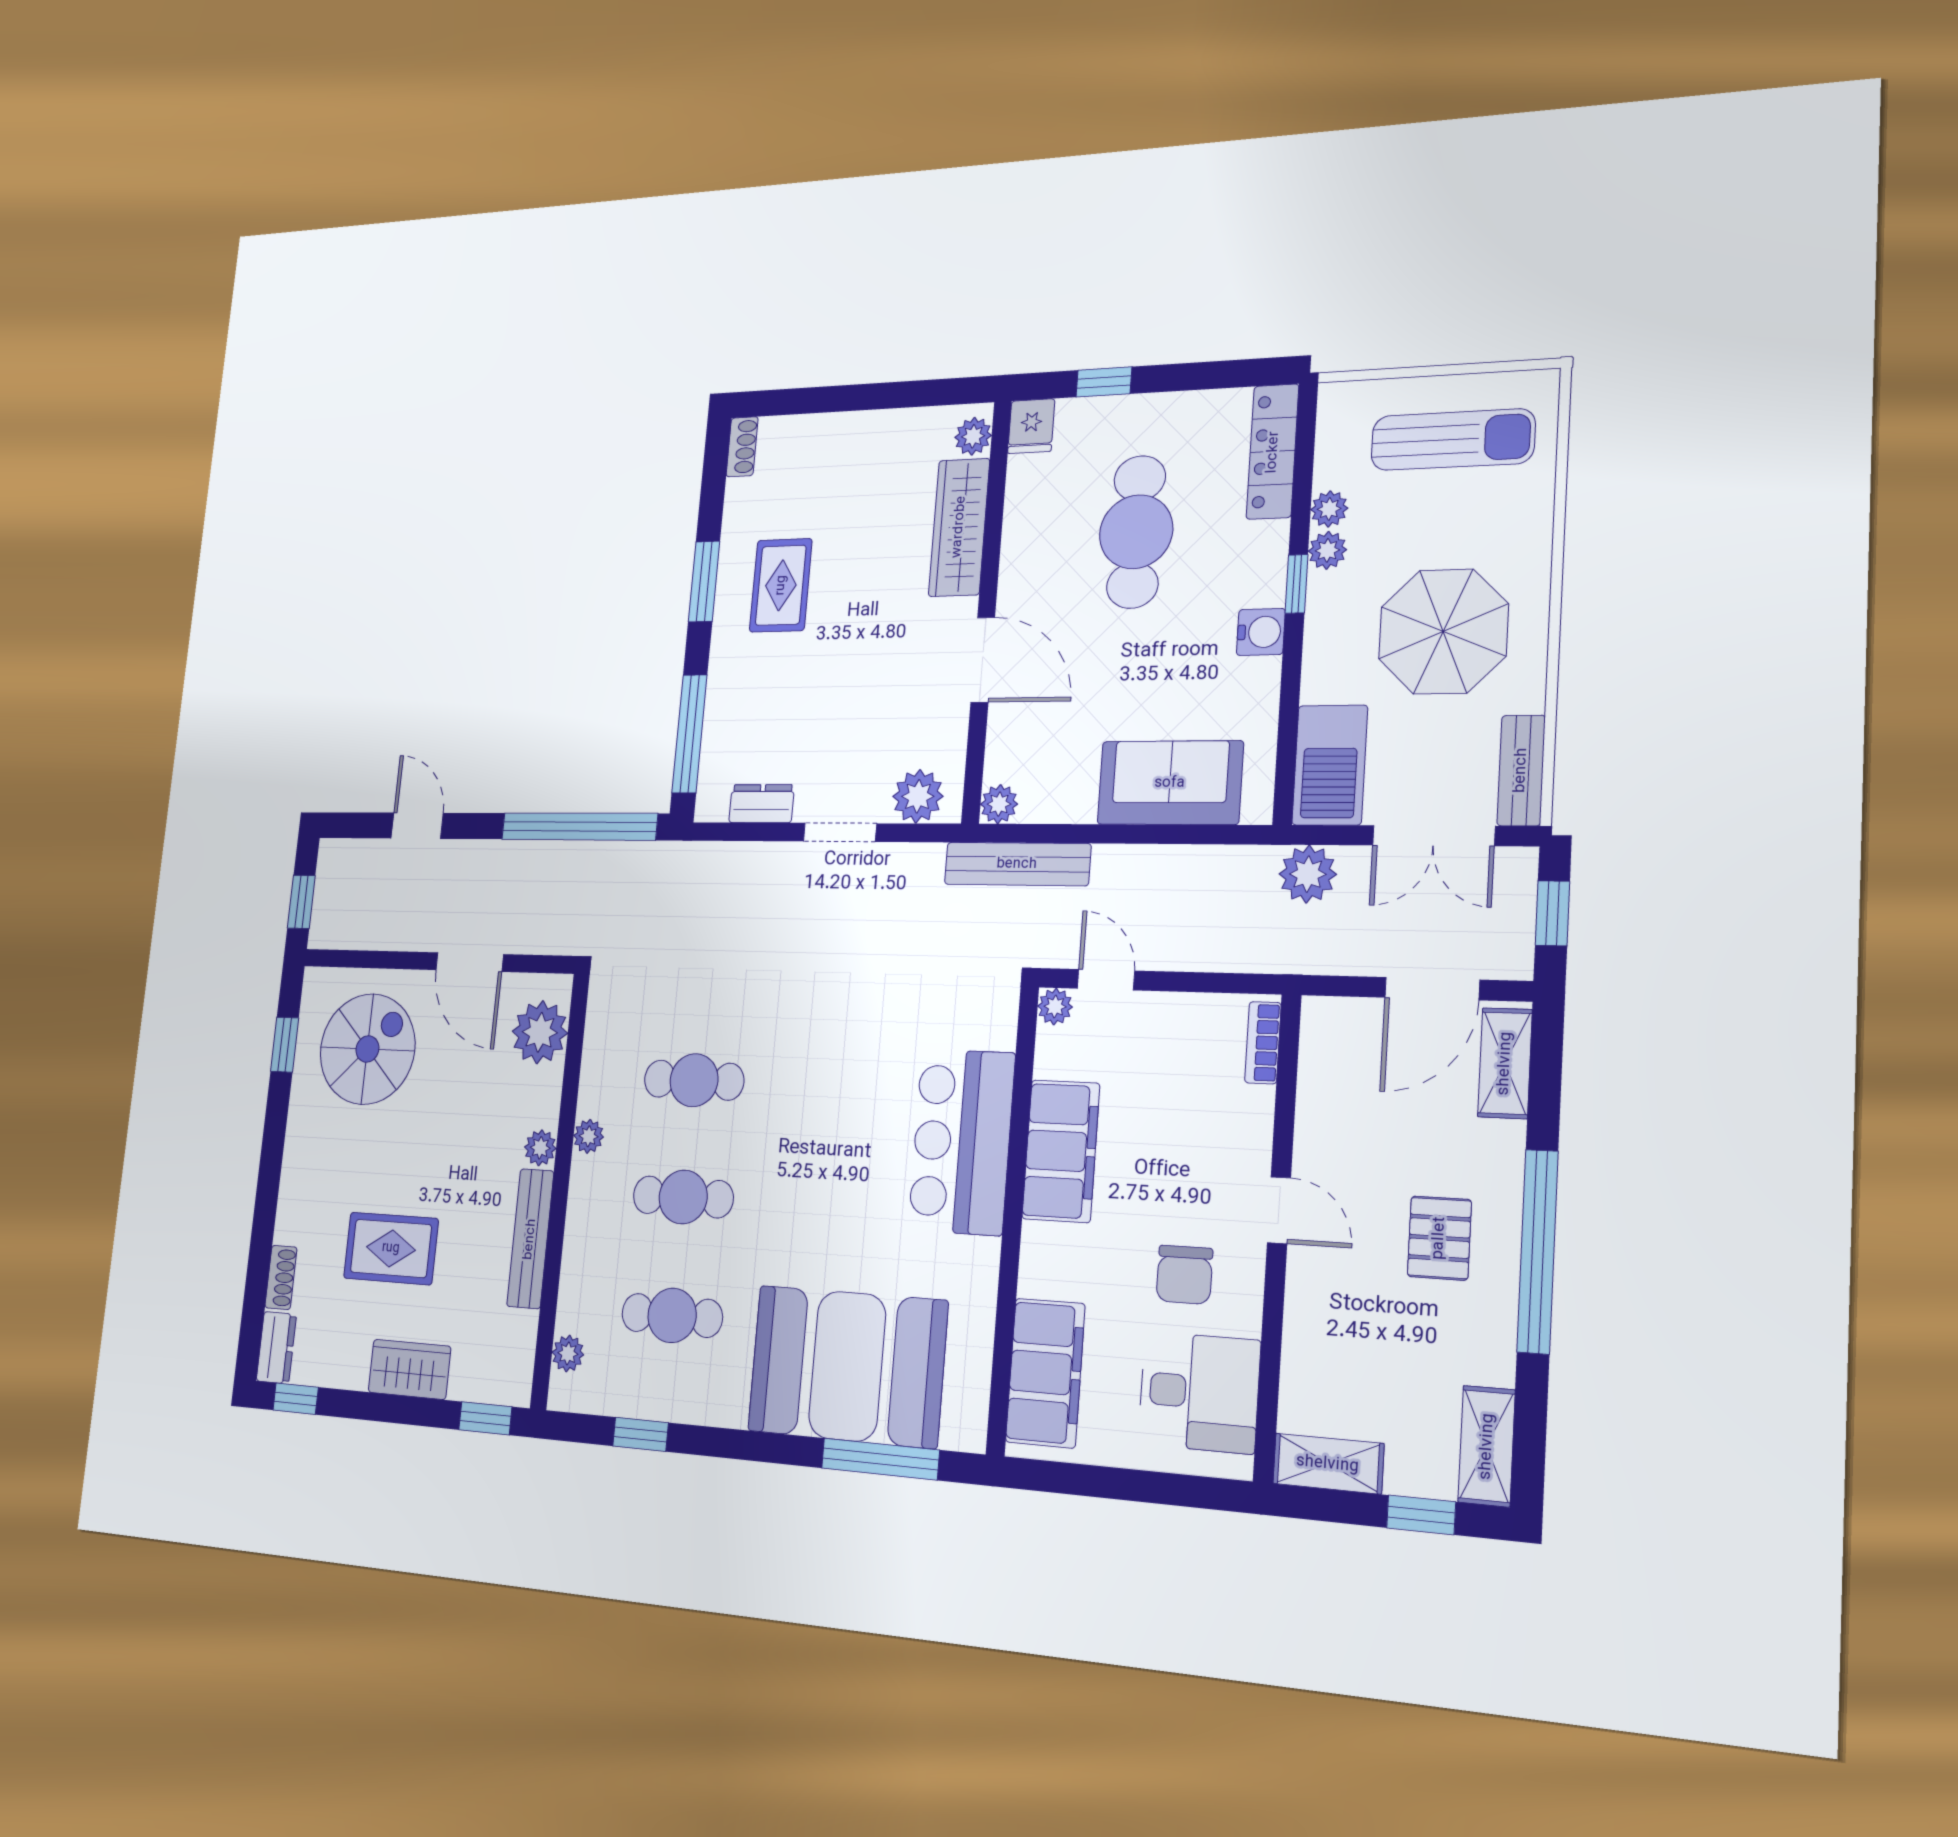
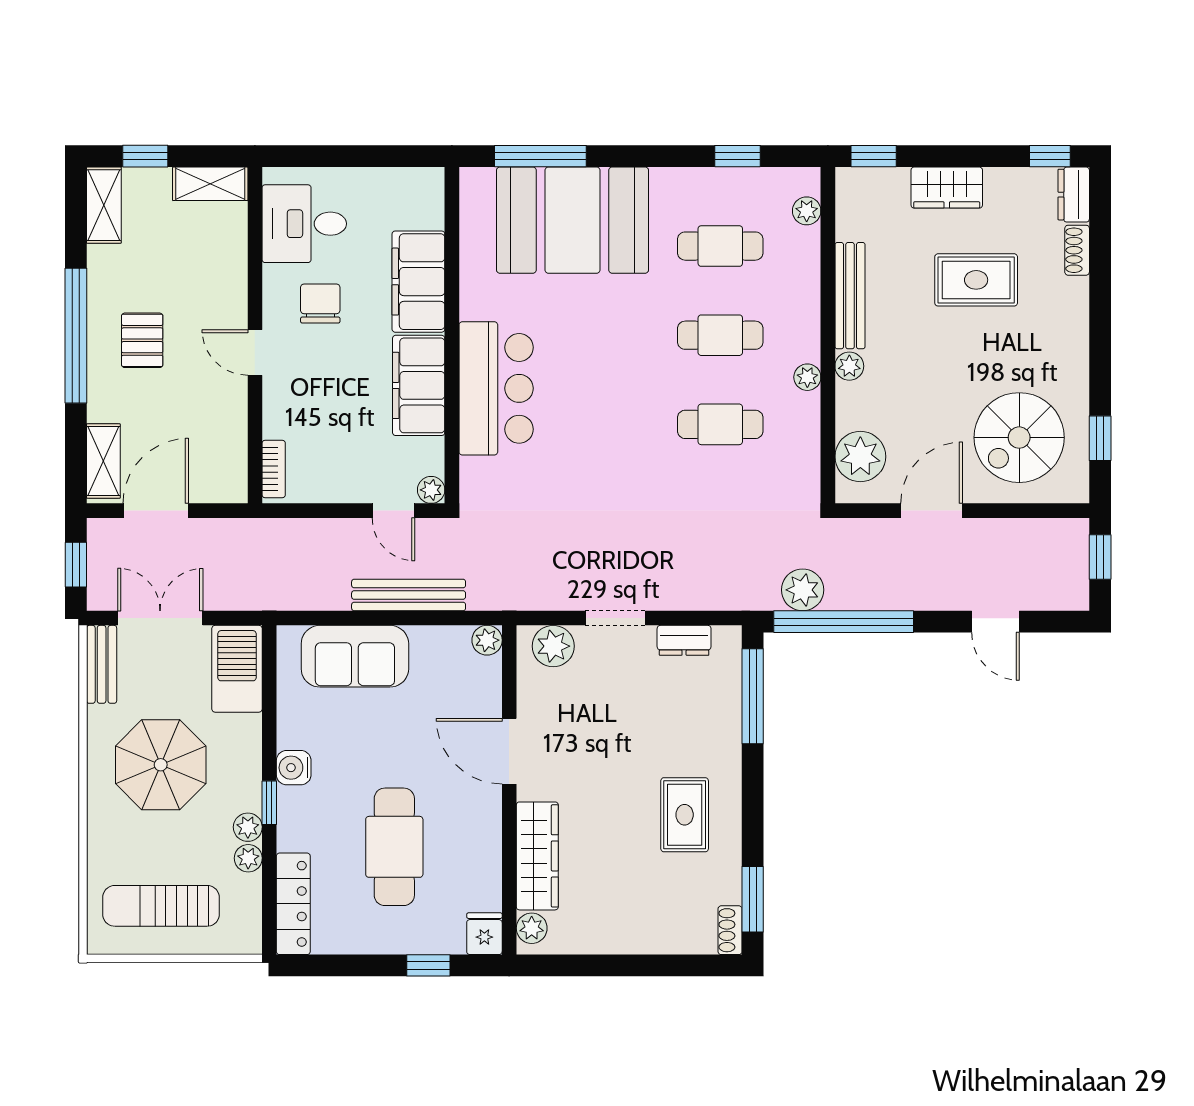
window: (704, 581) -> (753, 899), moved
bench: (1017, 864) -> (409, 595), moved
plant: (1308, 874) -> (803, 590), moved
door: (470, 962) -> (932, 511), hinge flipped
filing cabinet: (1045, 1373) -> (418, 282), moved

